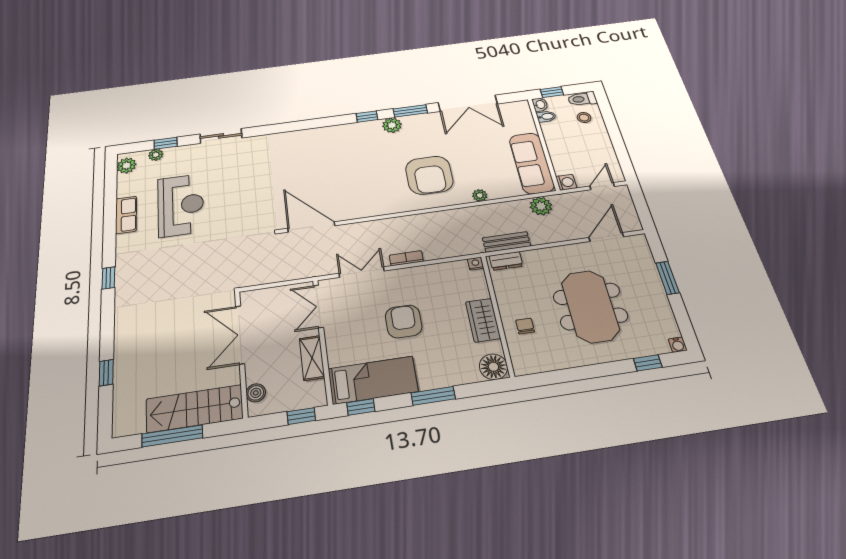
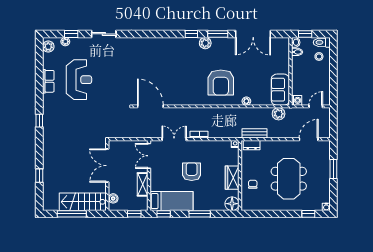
sofa: (532, 163) -> (280, 90), width x0.73

